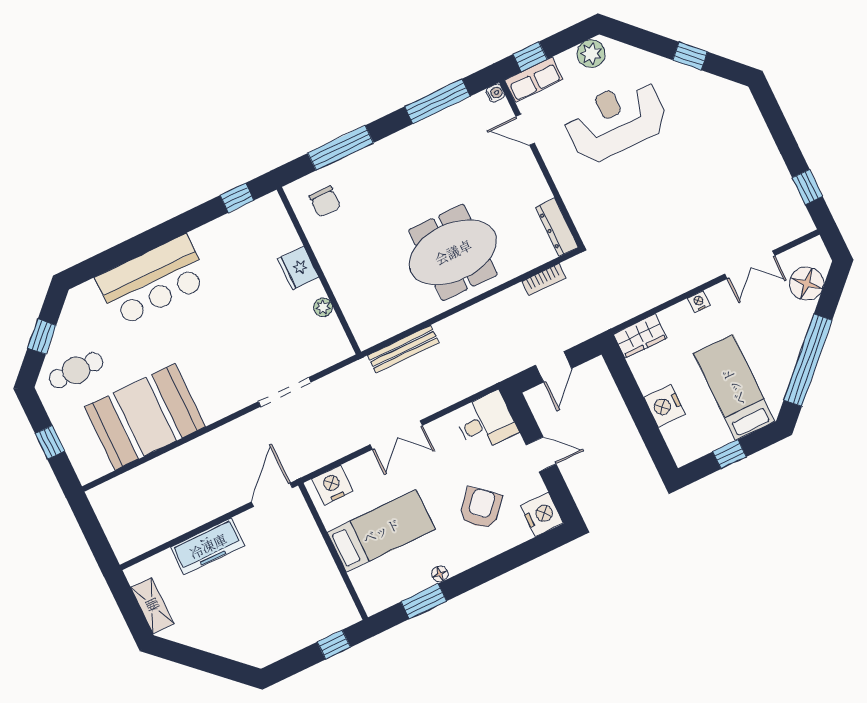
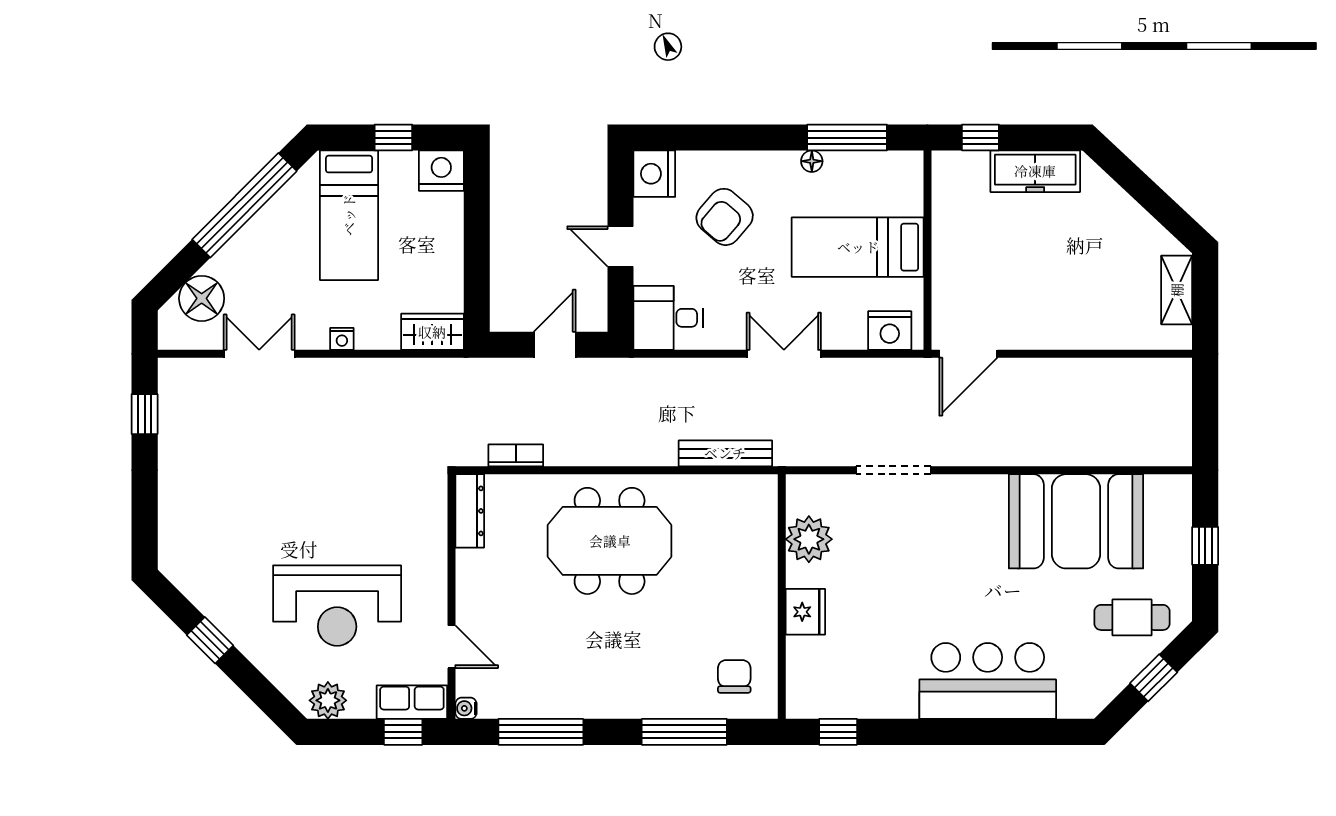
plant: (323, 307) -> (809, 539), width x1.87, depth x1.87
nightstand: (664, 406) -> (441, 171), moved, turned -90
freezer: (208, 546) -> (1035, 171), moved, turned 180
window: (424, 601) -> (847, 138), width x1.44

